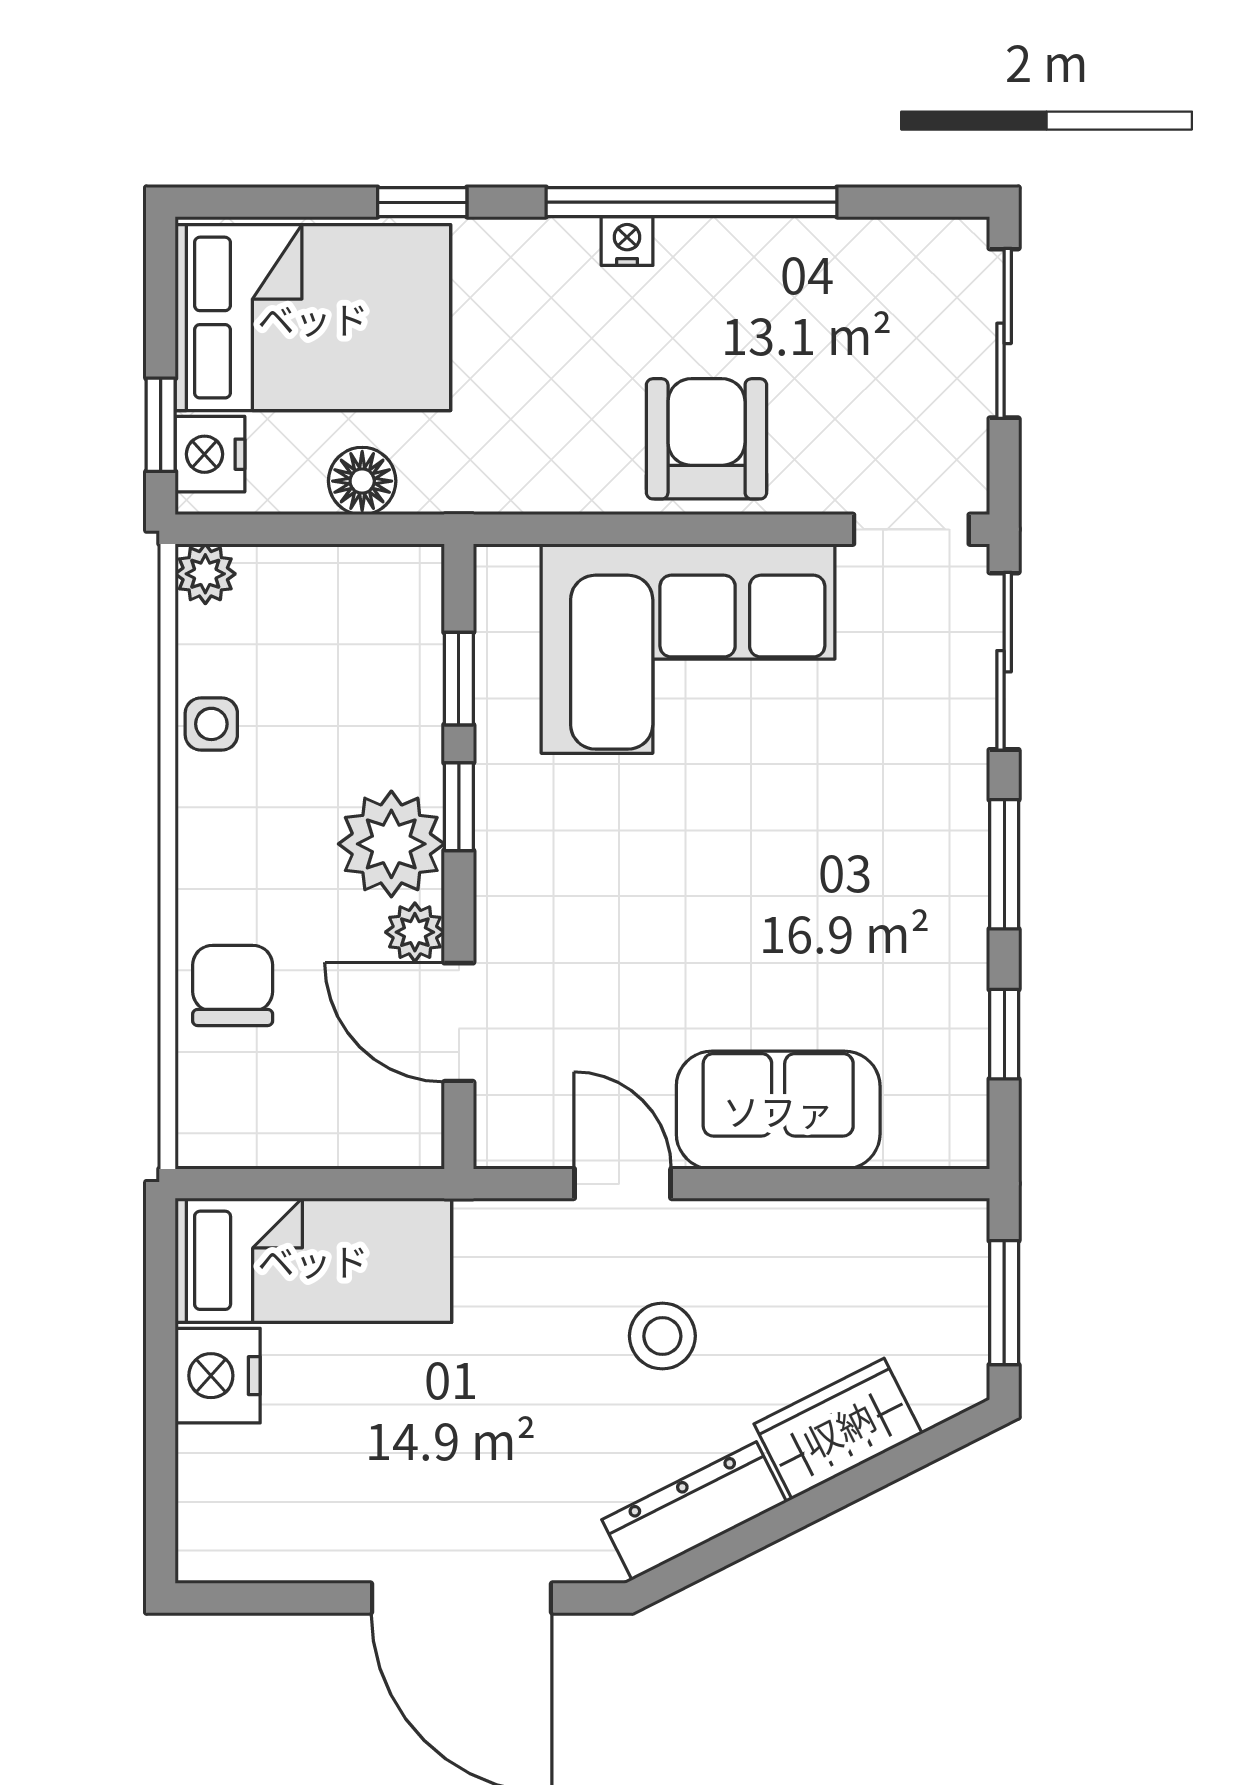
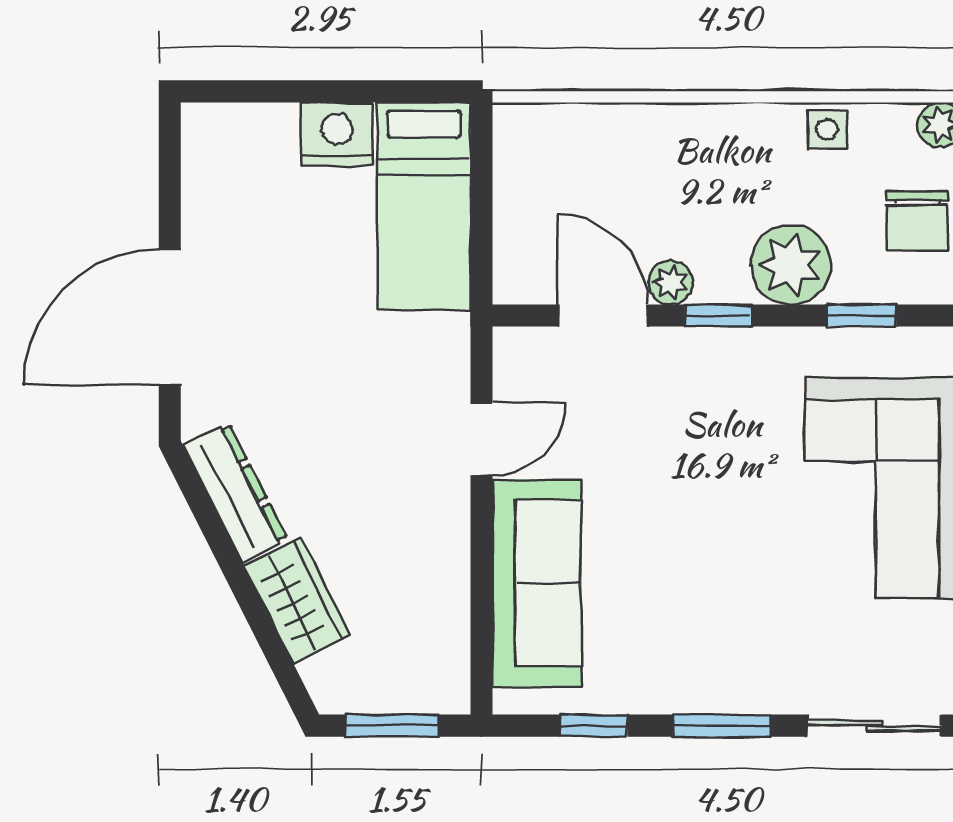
window: (459, 807) -> (718, 316), moved
plant: (391, 844) -> (790, 265), moved
chair: (233, 985) -> (917, 221), moved, turned 90
door: (459, 1022) -> (603, 316), hinge flipped
sofa: (778, 1110) -> (537, 583), width x1.36
stool: (662, 1336) -> (367, 469), removed

